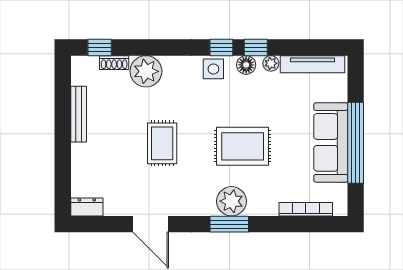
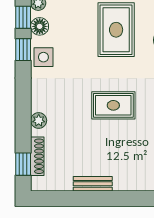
shoe rack: (114, 63) -> (37, 156), width x1.43
plant: (146, 71) -> (39, 120), width x0.53, depth x0.53
bench: (79, 114) -> (93, 184), width x0.73

